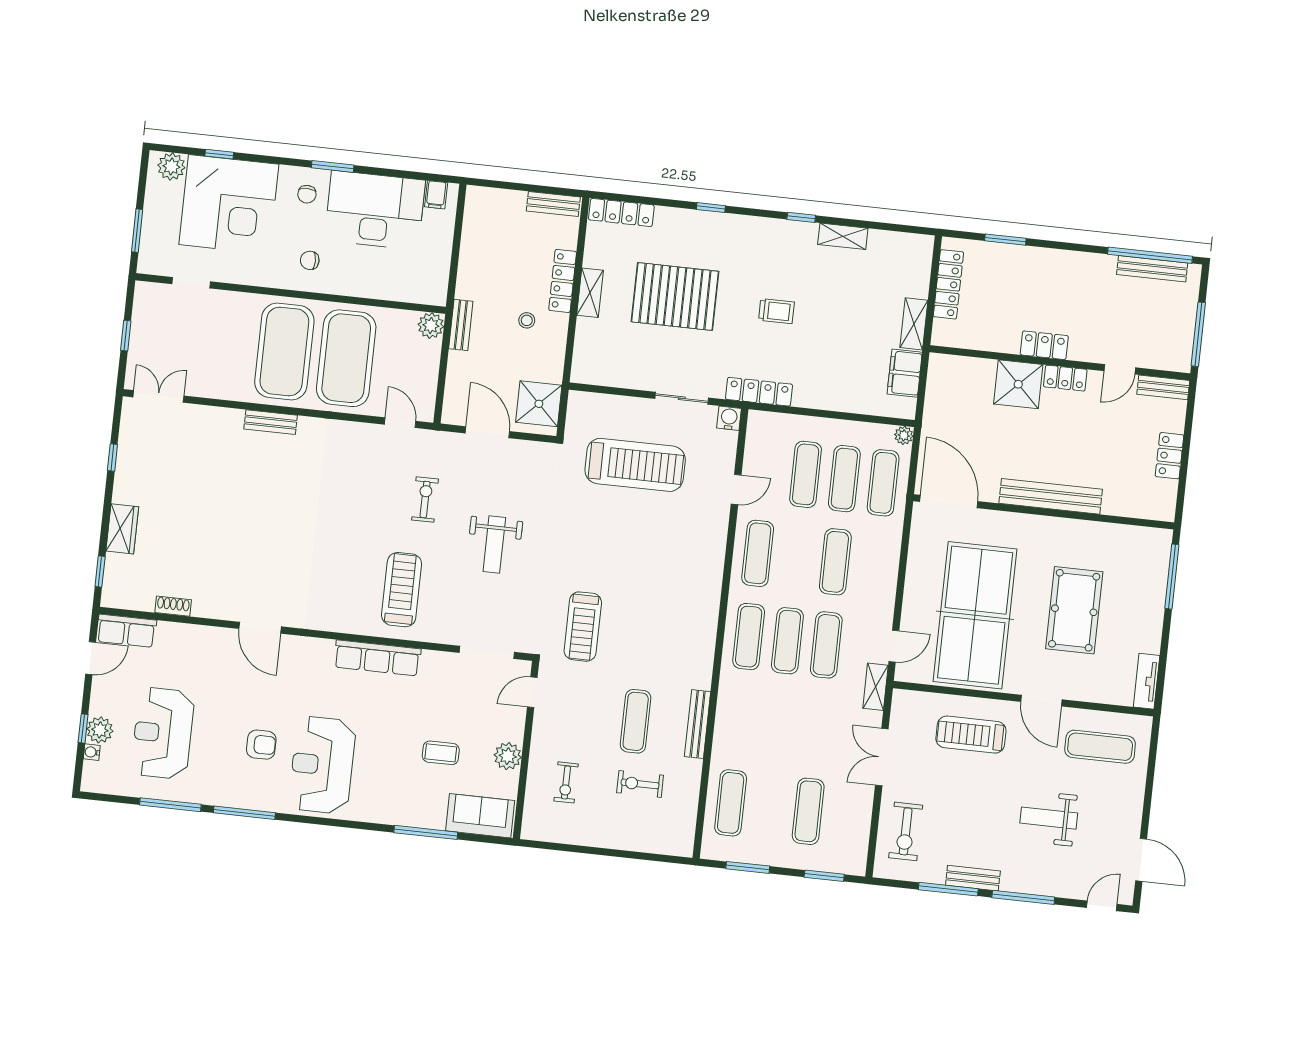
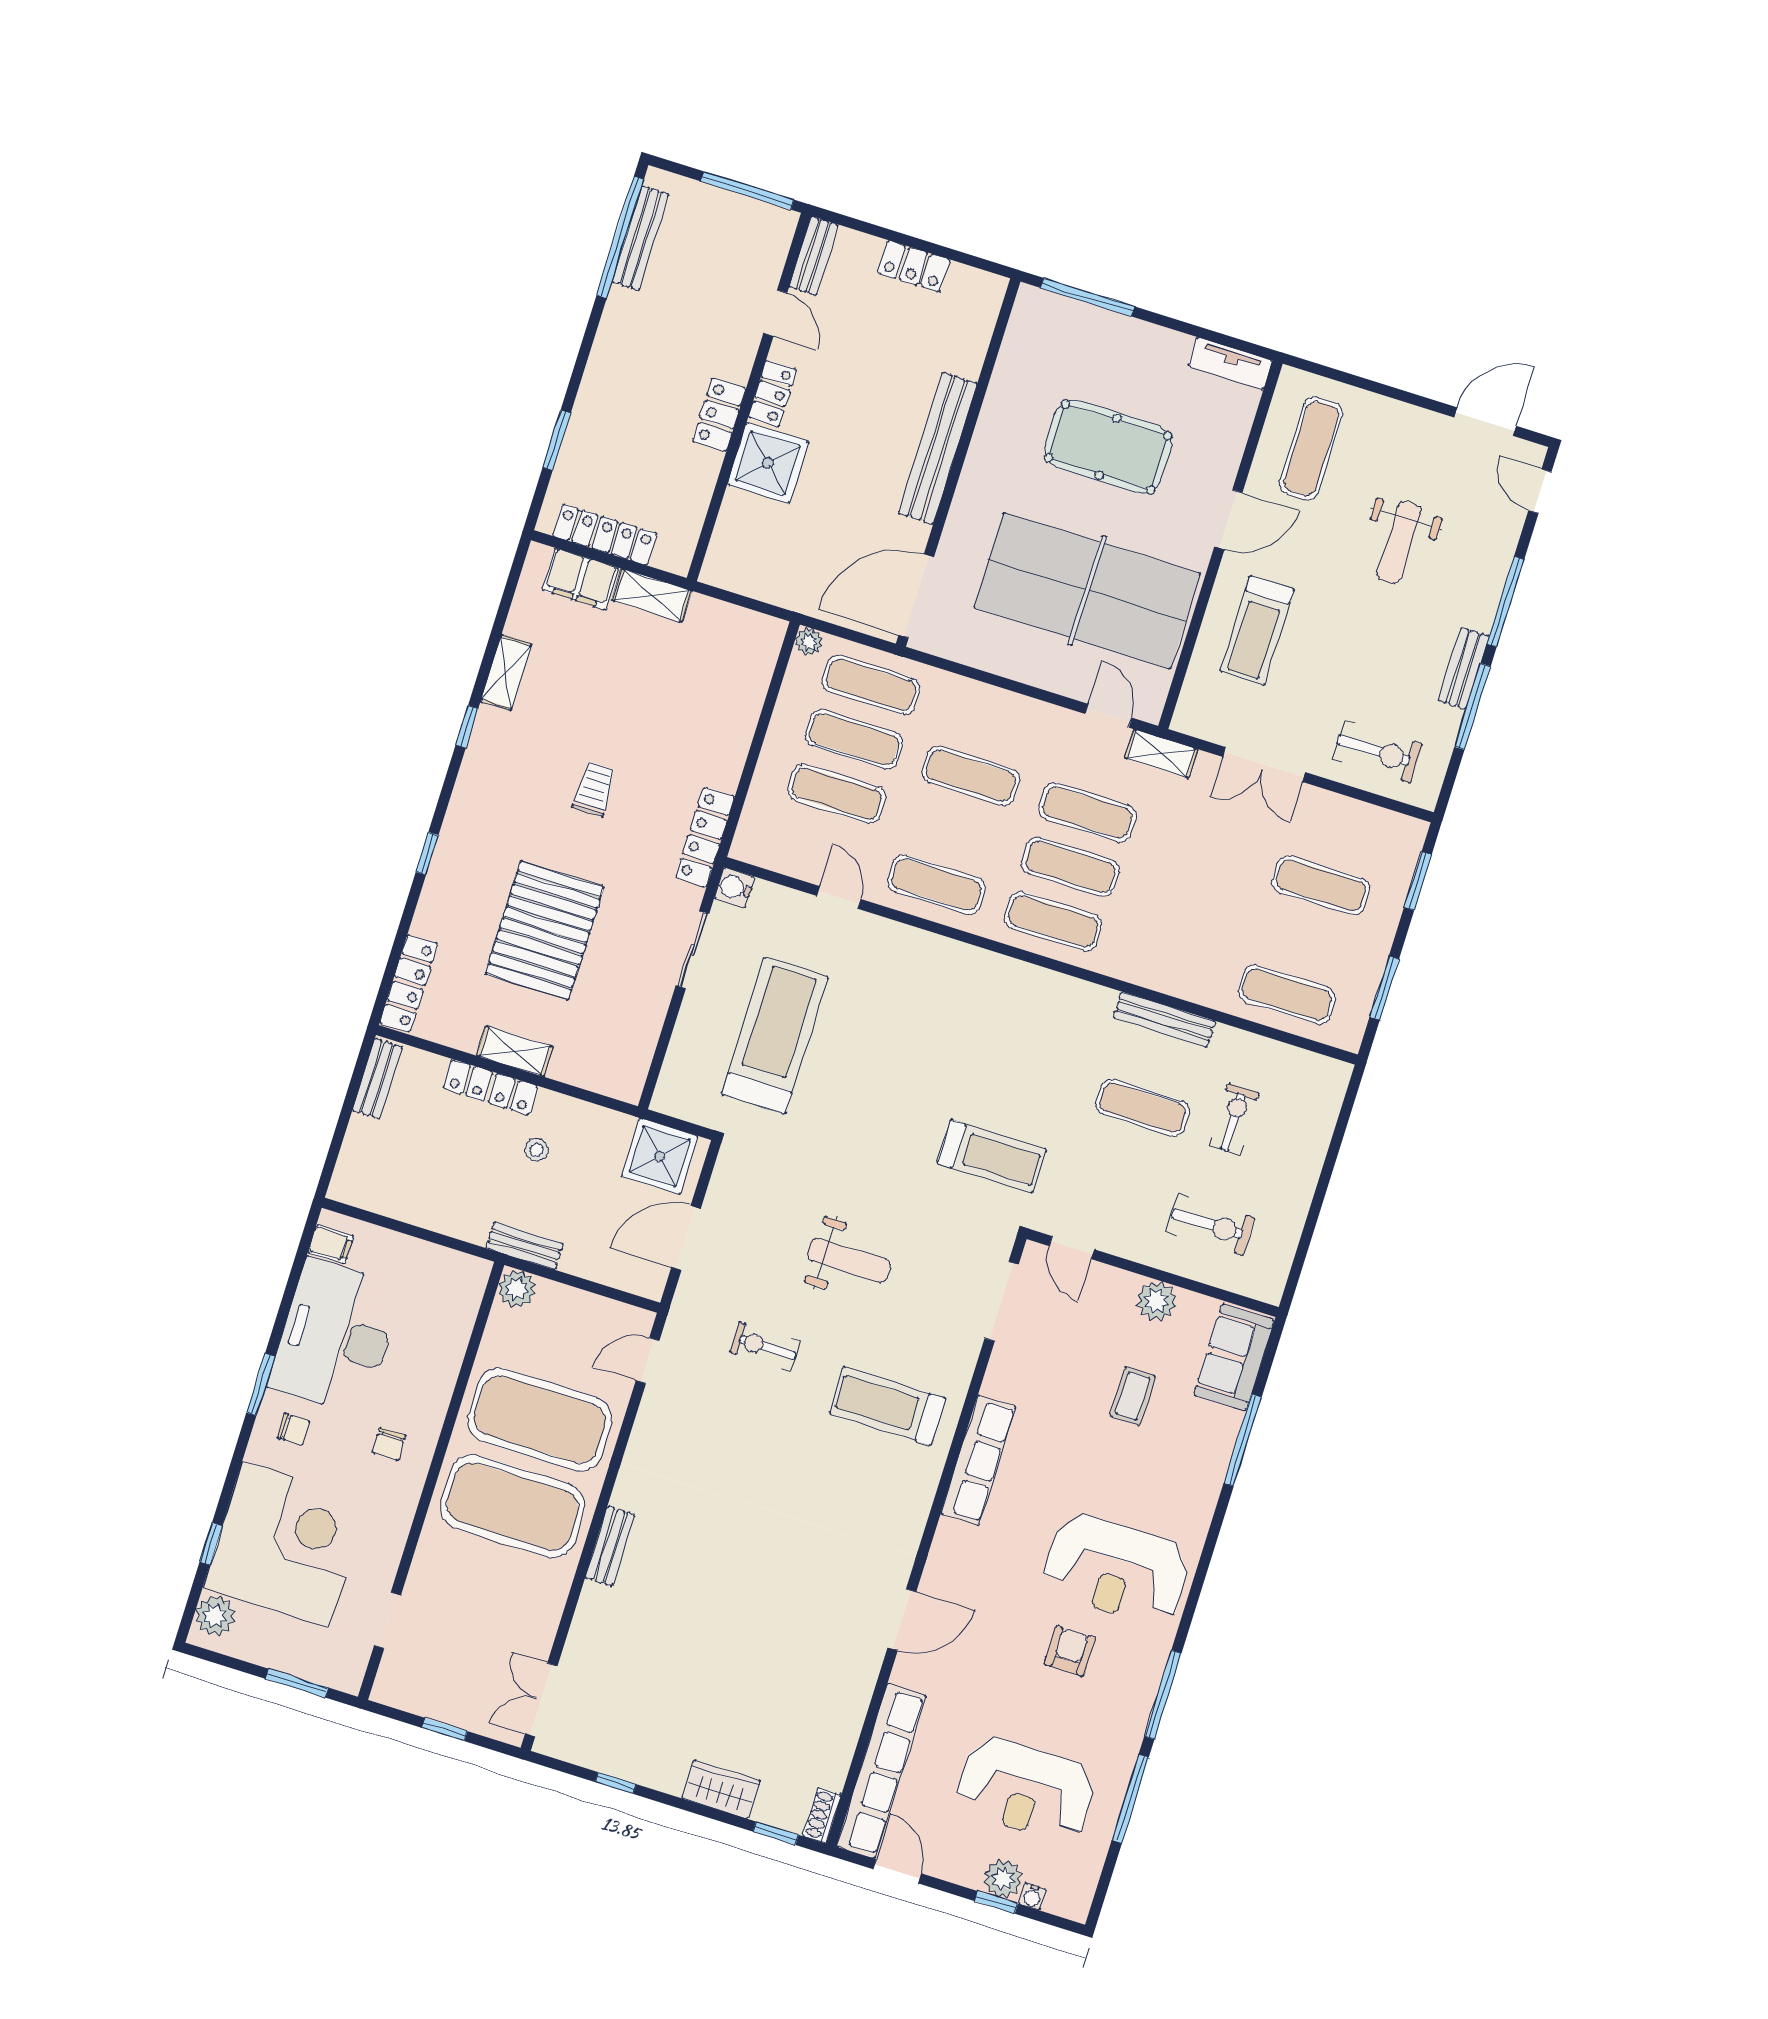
filing cabinet: (905, 373) -> (580, 579), moved
shoe rack: (173, 606) -> (822, 1816), moved
row of seats: (126, 631) -> (881, 1771), width x2.02
exercise bike: (566, 782) -> (1211, 1225), width x1.38, depth x1.39
exercise bike: (640, 784) -> (1234, 1119), turned 180

